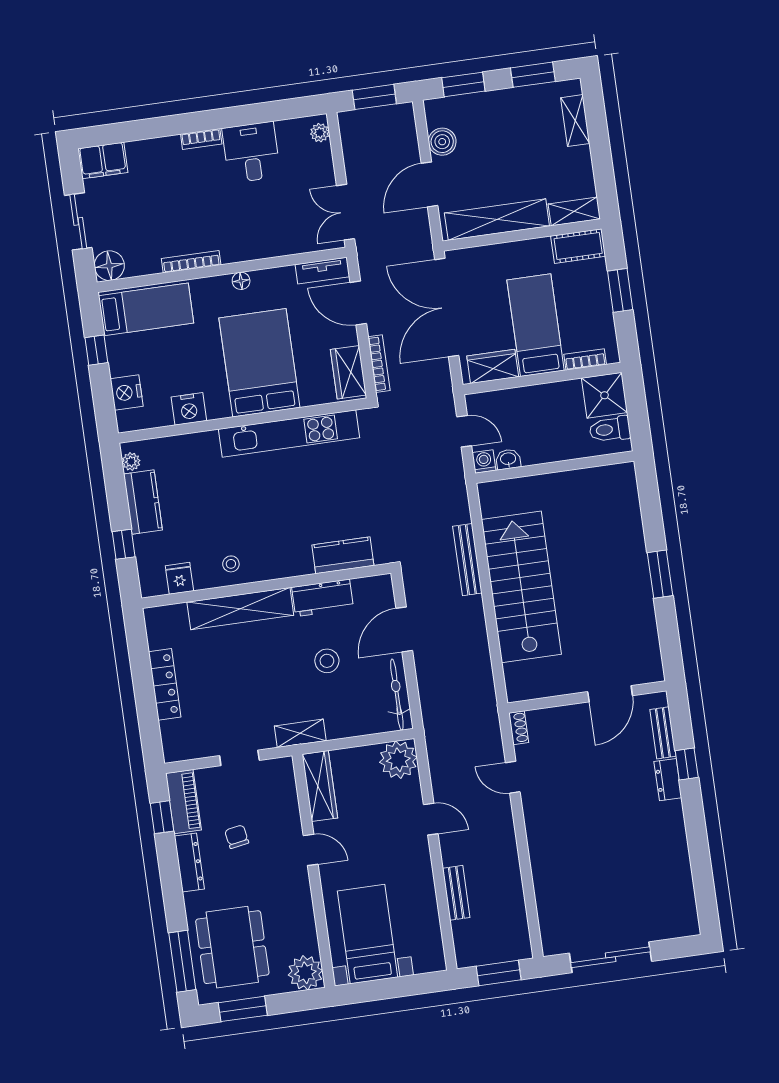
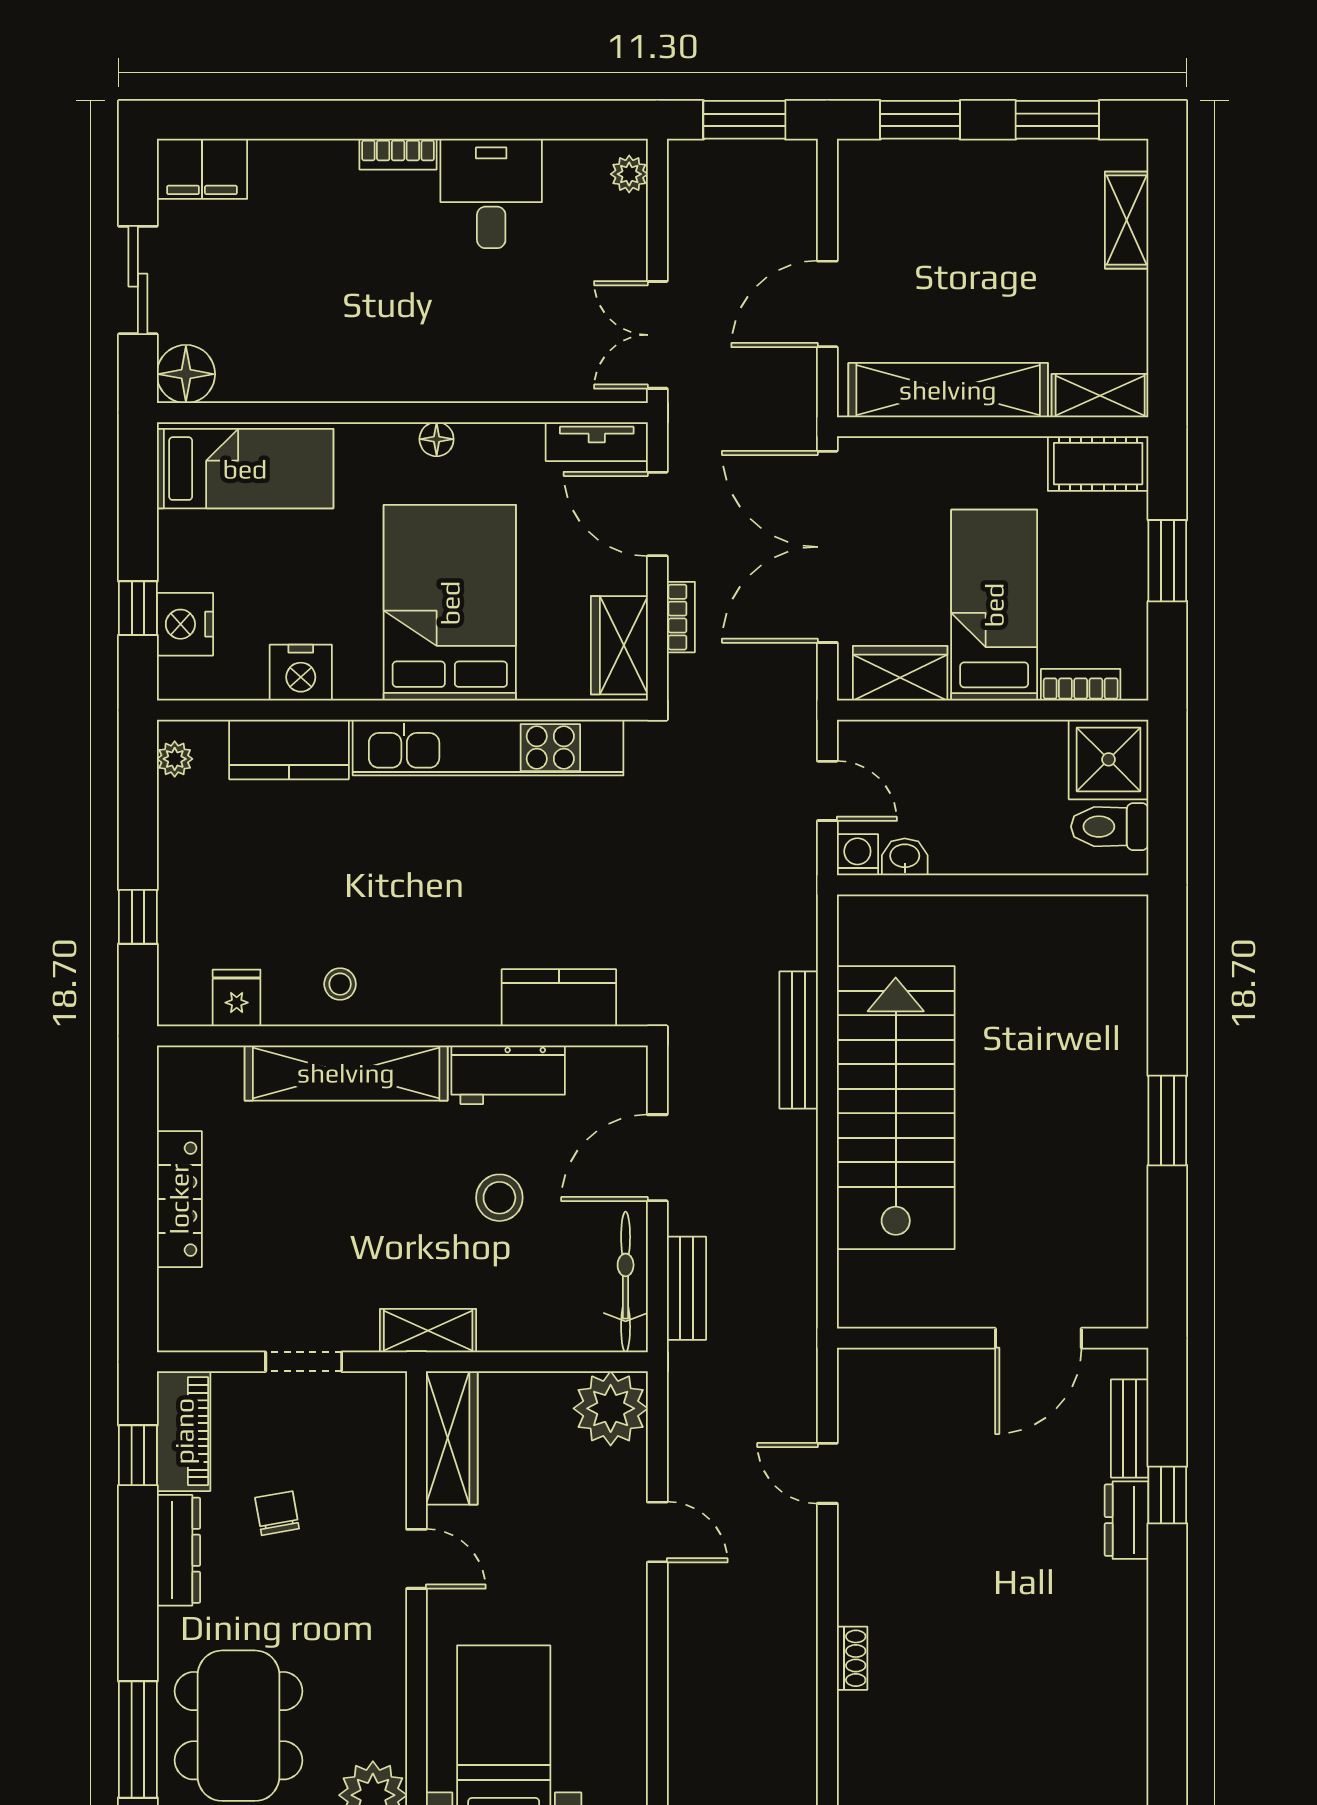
boiler: (442, 142) -> (864, 225), removed
bookcase: (191, 262) -> (345, 389), removed
window: (96, 350) -> (138, 608), moved
bookcase: (379, 364) -> (681, 617), width x0.64
kitchen counter: (143, 502) -> (289, 749), moved, turned 90
shoe rack: (519, 728) -> (852, 1658), moved
bench: (456, 893) -> (686, 1288), moved

